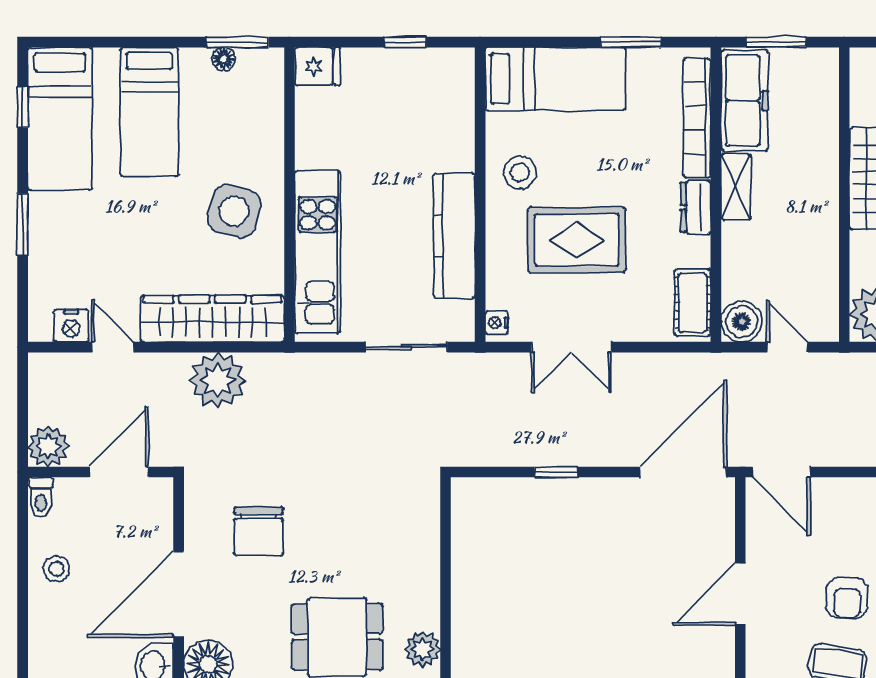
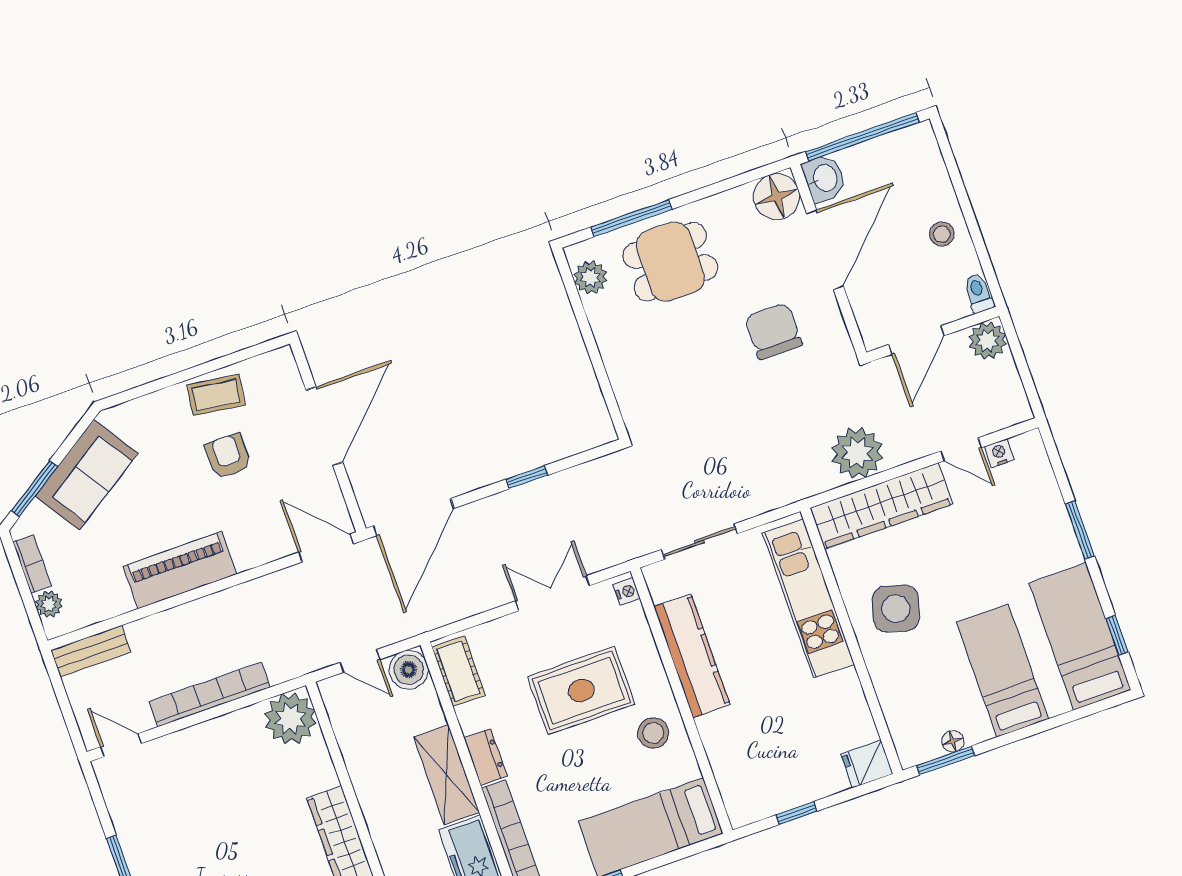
shelving: (736, 187) -> (446, 775), width x1.50, depth x1.33
nightstand: (71, 326) -> (999, 453), width x0.72, depth x0.74
door: (740, 594) -> (324, 426), width x1.36

